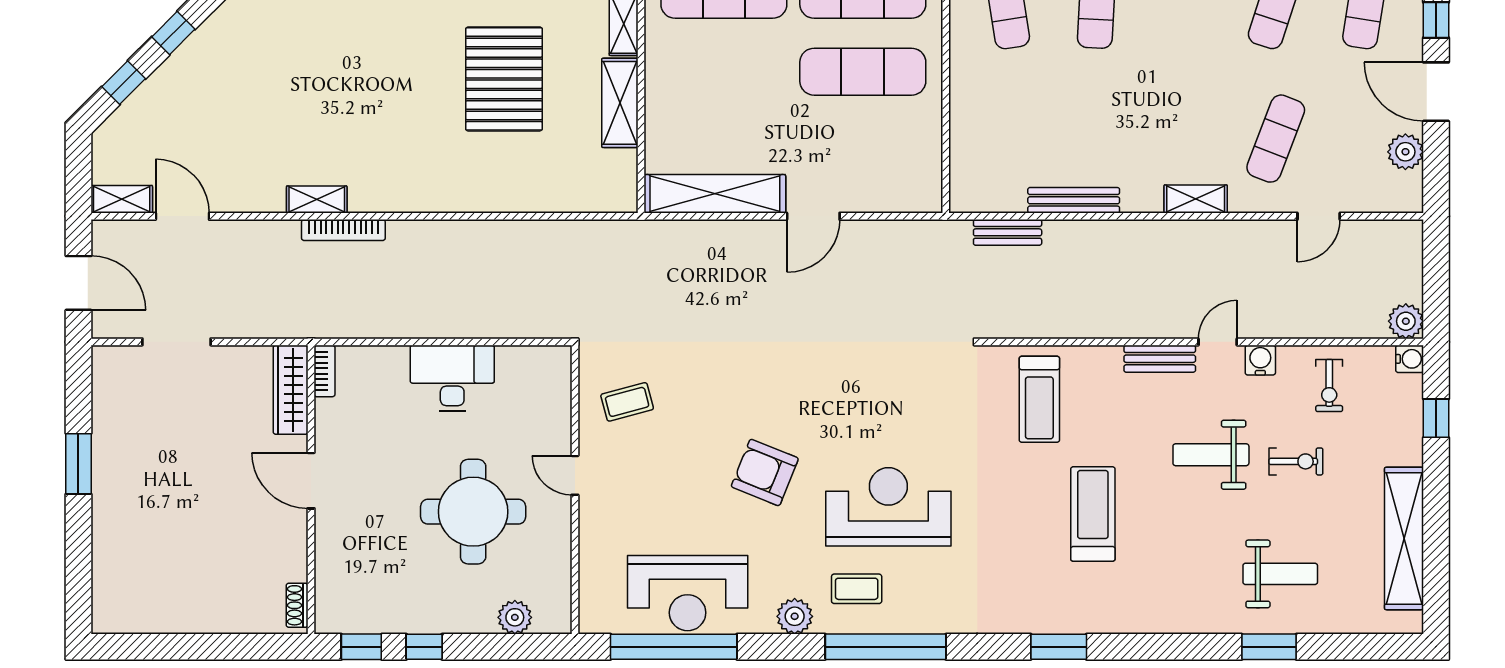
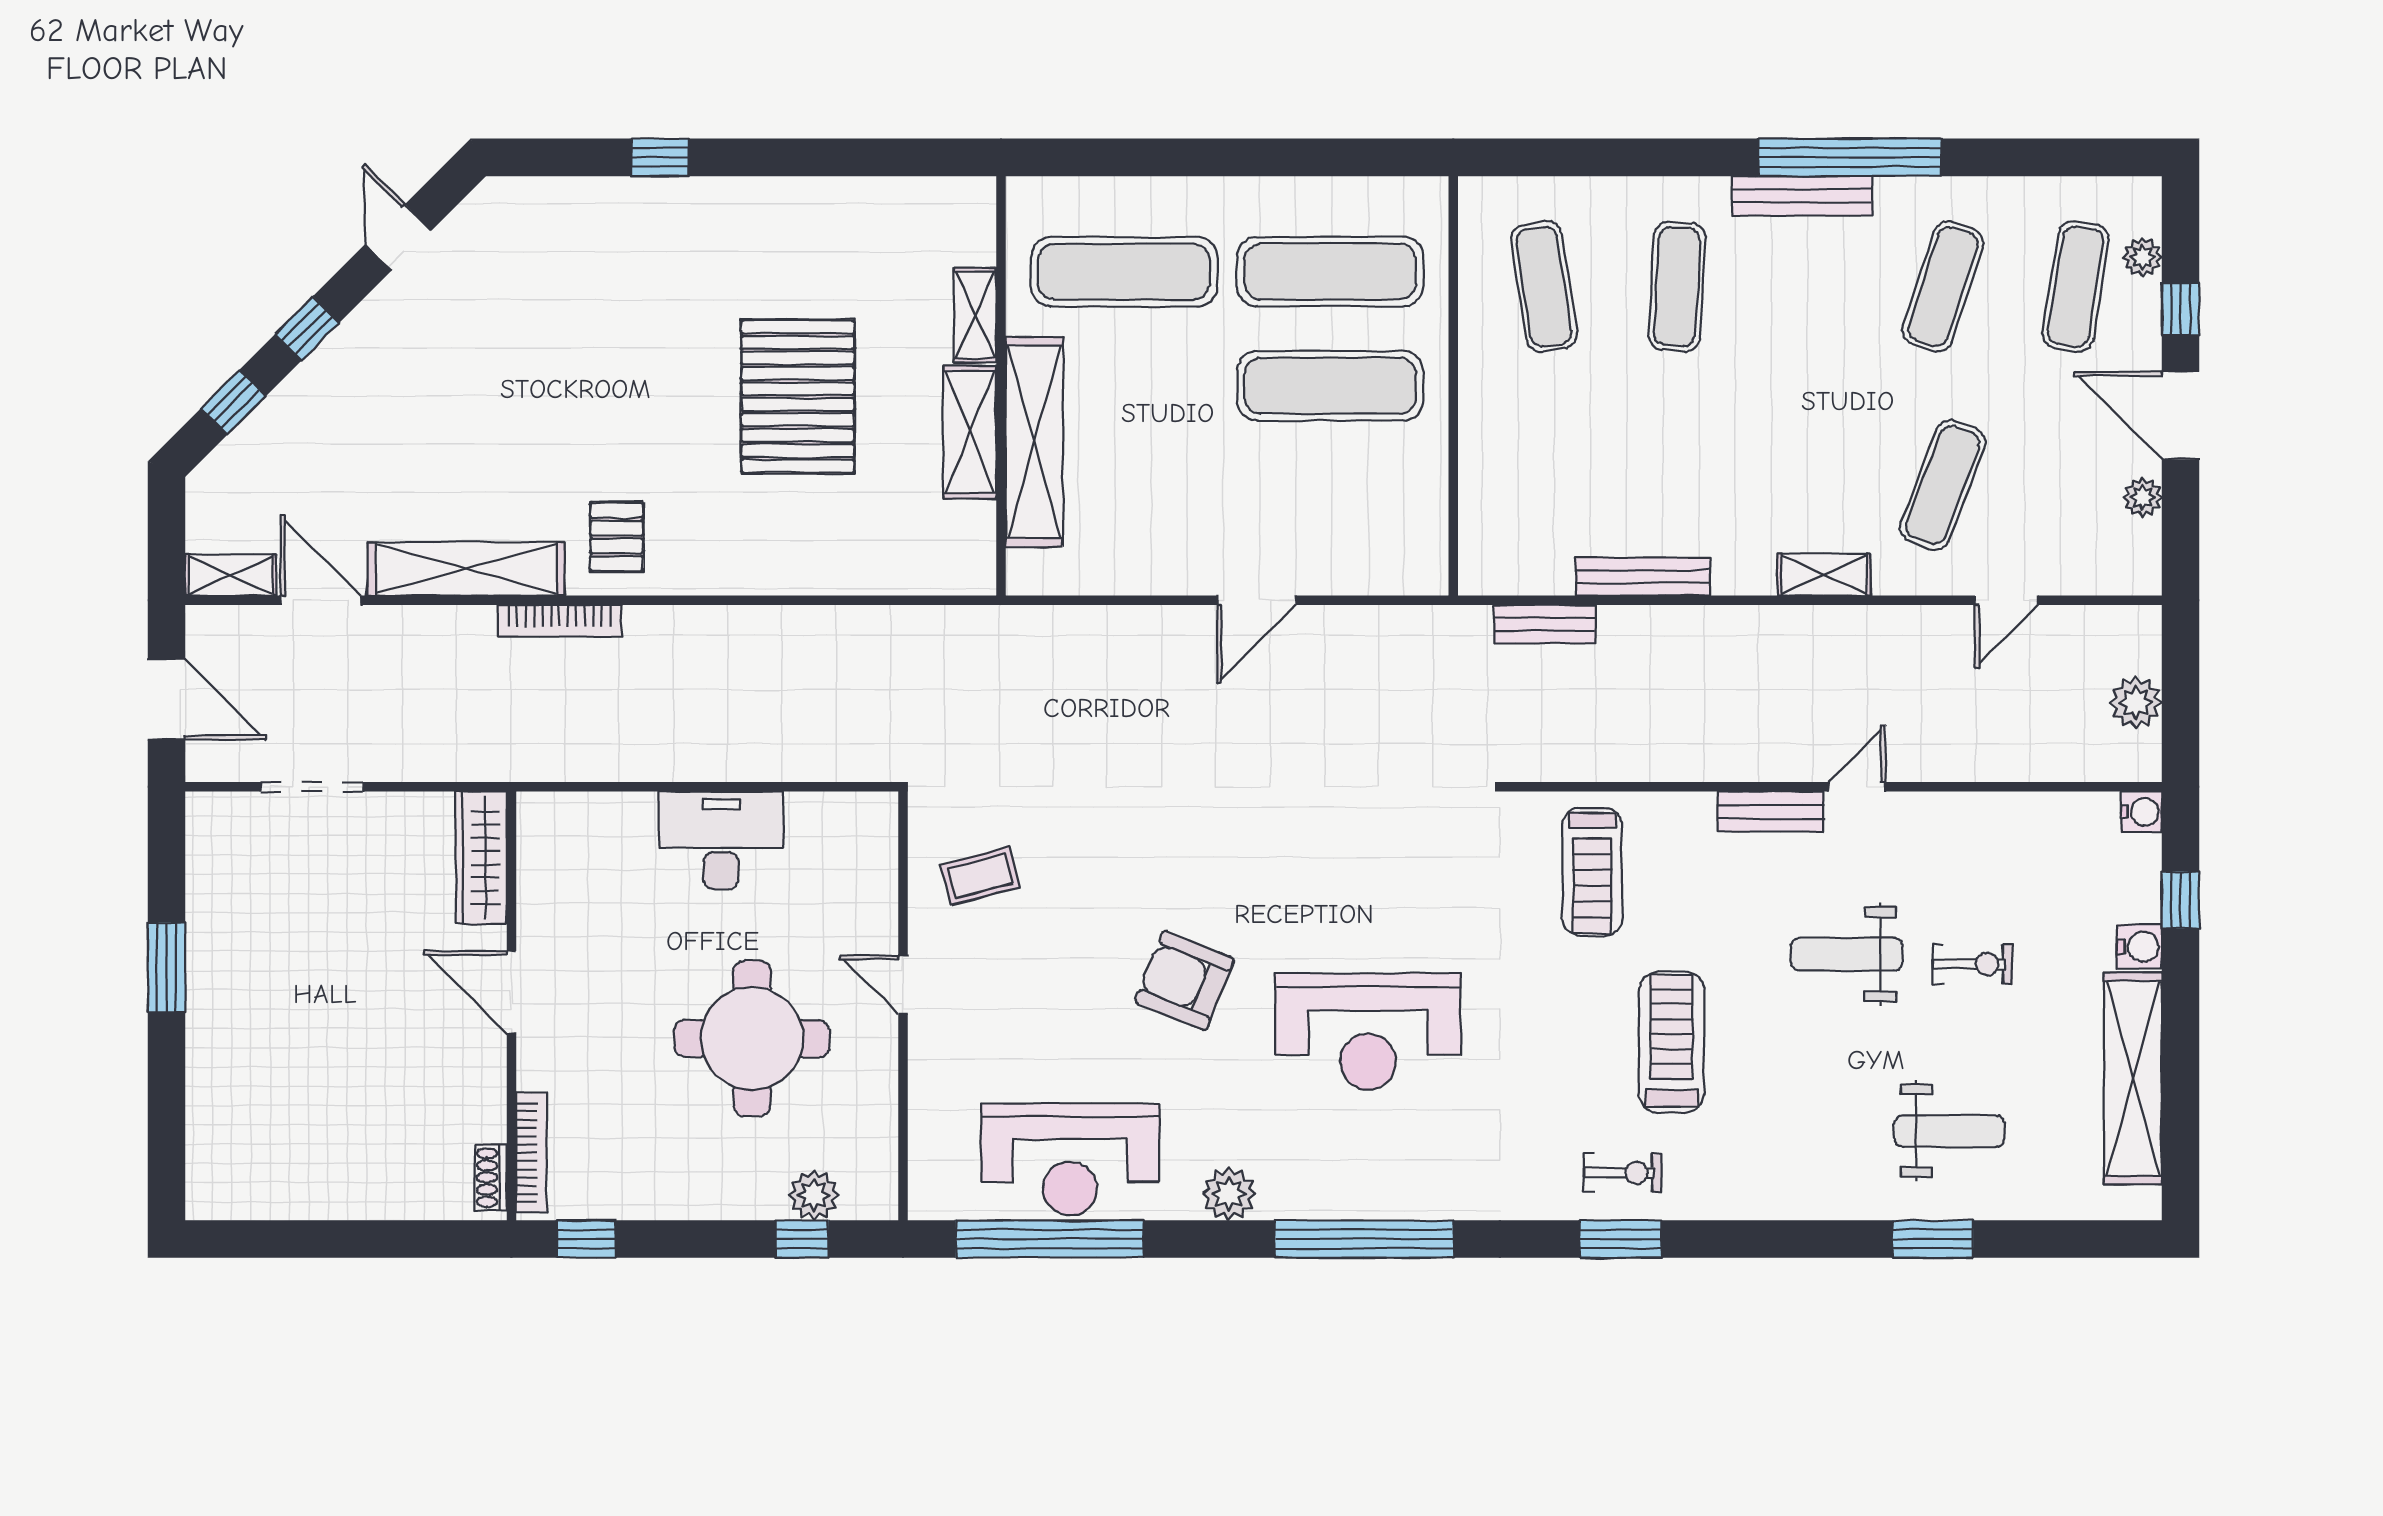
plant: (1405, 152) -> (2142, 497), width x0.73, depth x0.73
pallet: (382, 174) -> (617, 537), added
shelving: (715, 194) -> (1034, 442), moved, turned 90
shelving: (317, 199) -> (466, 569), width x2.20, depth x1.33
plant: (1406, 321) -> (2136, 702), moved
water cooler: (1260, 360) -> (2140, 947), moved, turned 90
bookcase: (324, 371) -> (531, 1153), moved, width x1.56
exercise bike: (1329, 385) -> (1623, 1173), moved, turned -90
reception desk: (888, 507) -> (1368, 1031), turned 180
coffee table: (857, 589) -> (1321, 1153), removed
window: (424, 647) -> (802, 1239), moved

